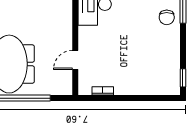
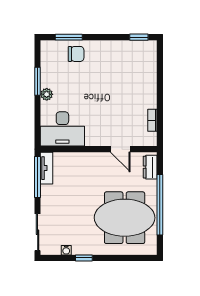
dresser: (58, 89) -> (150, 167), added

